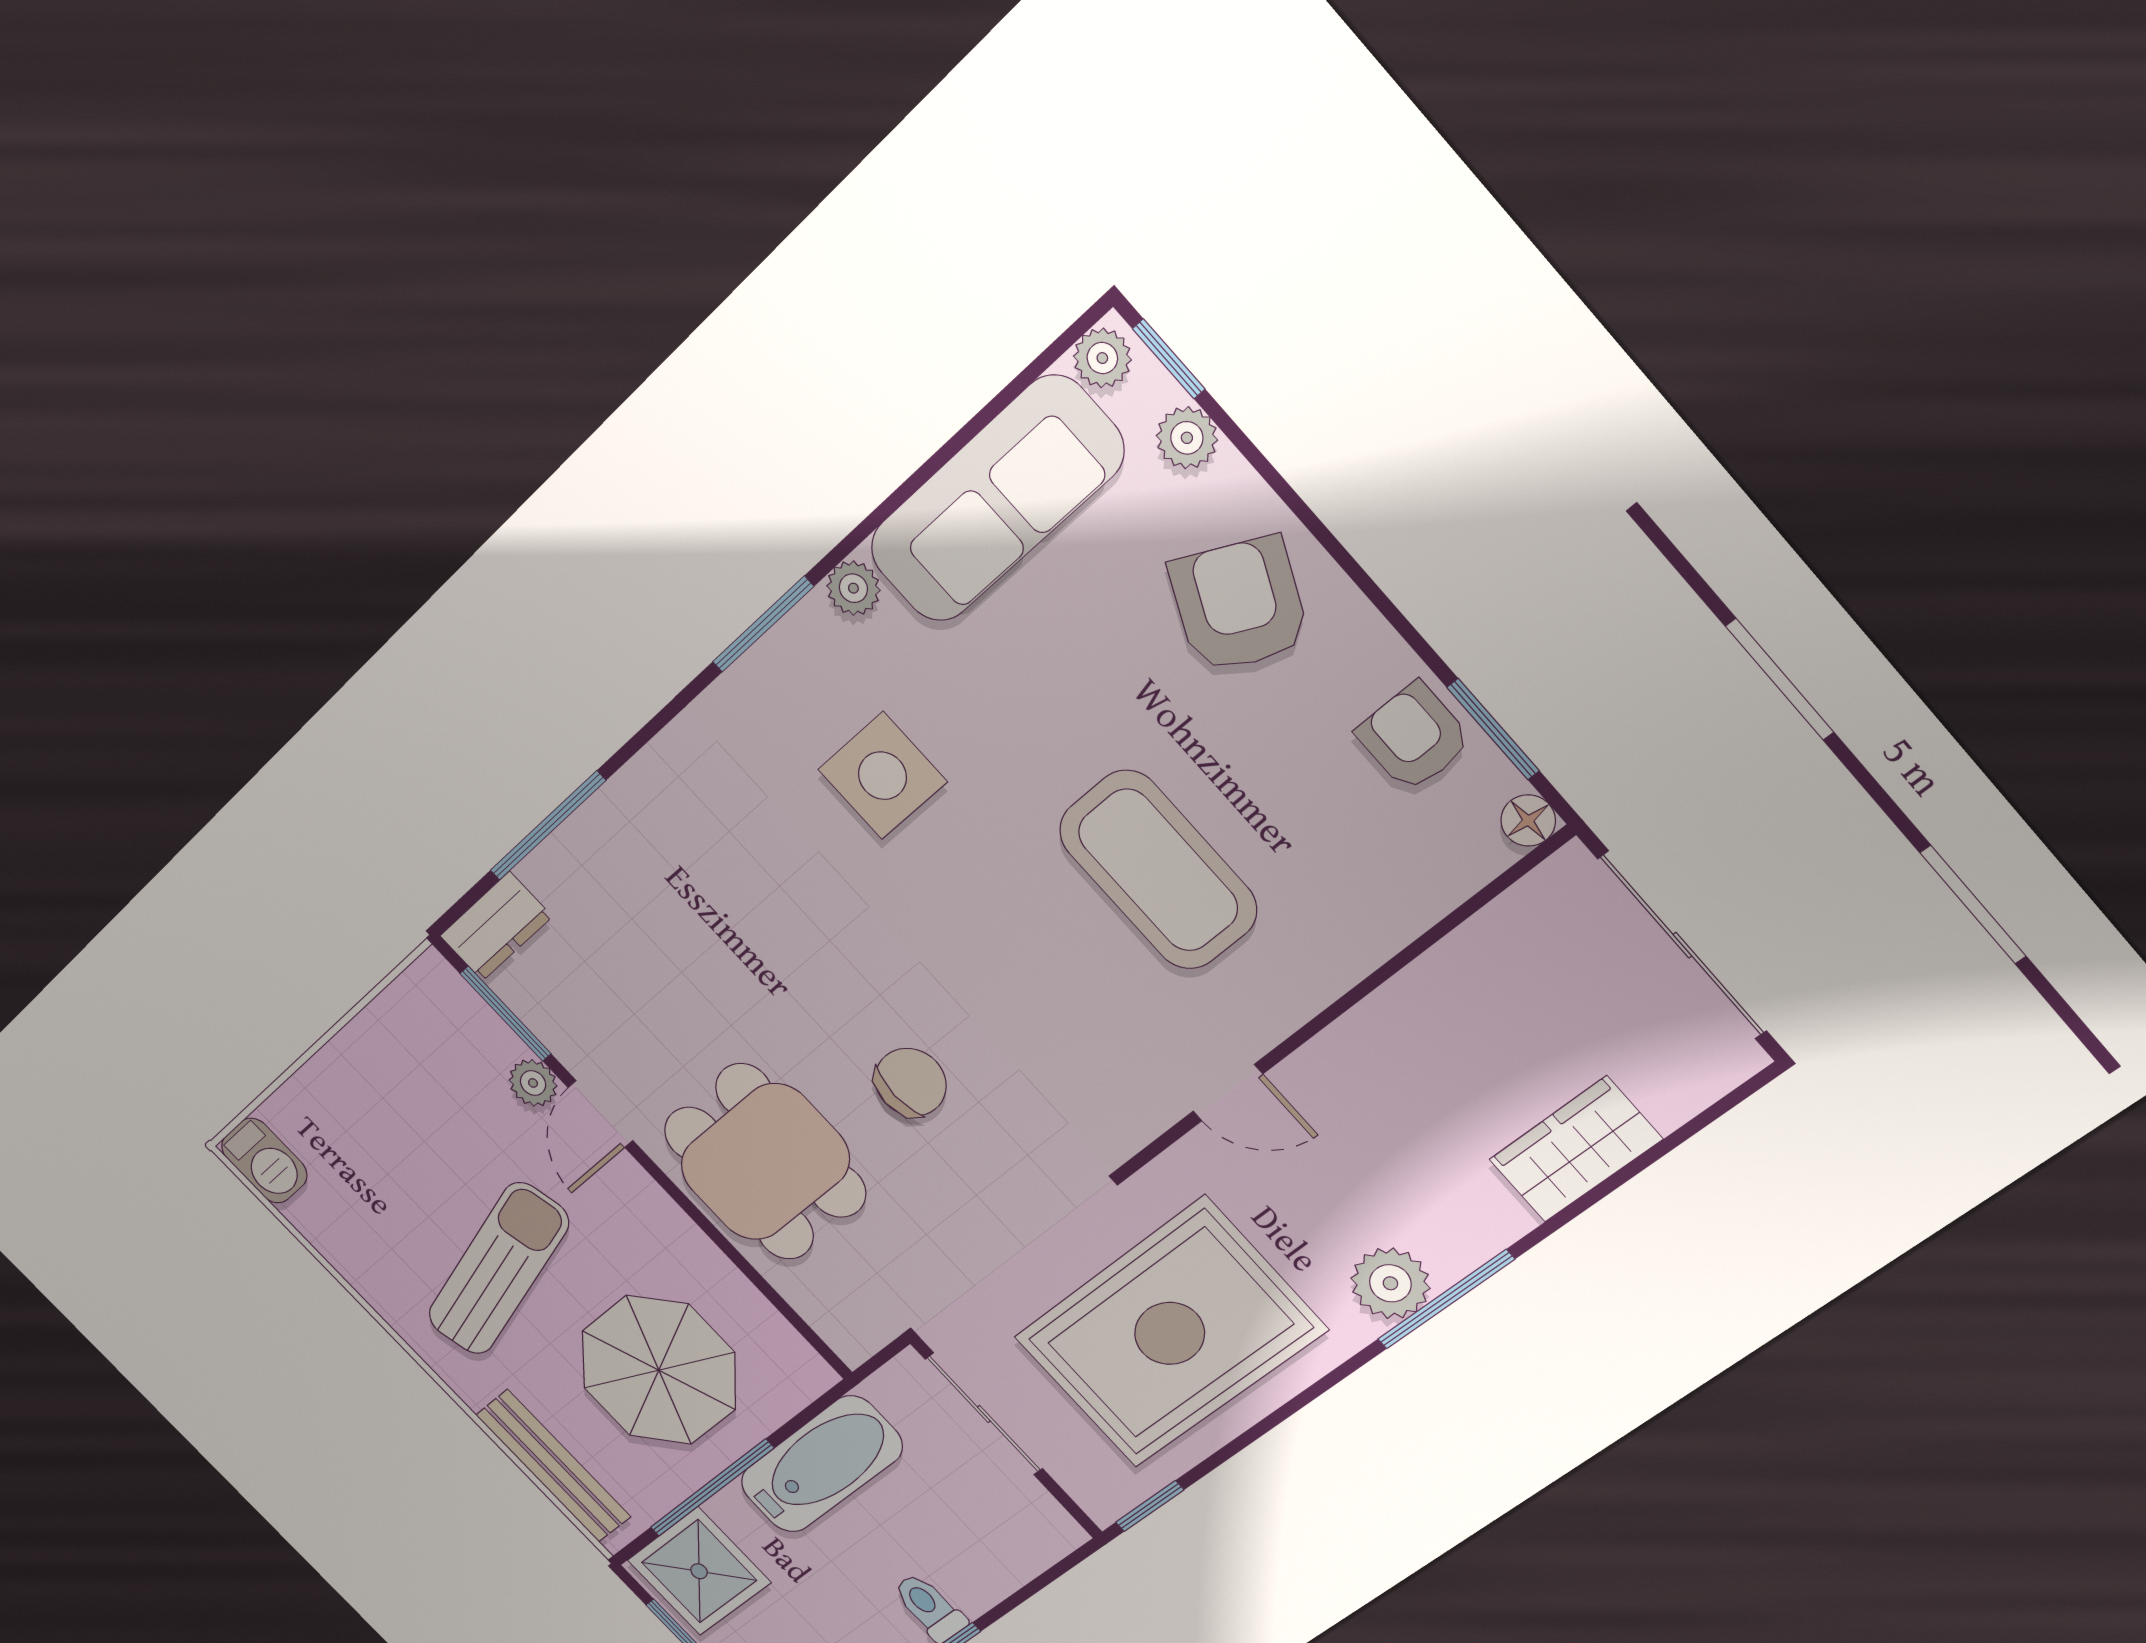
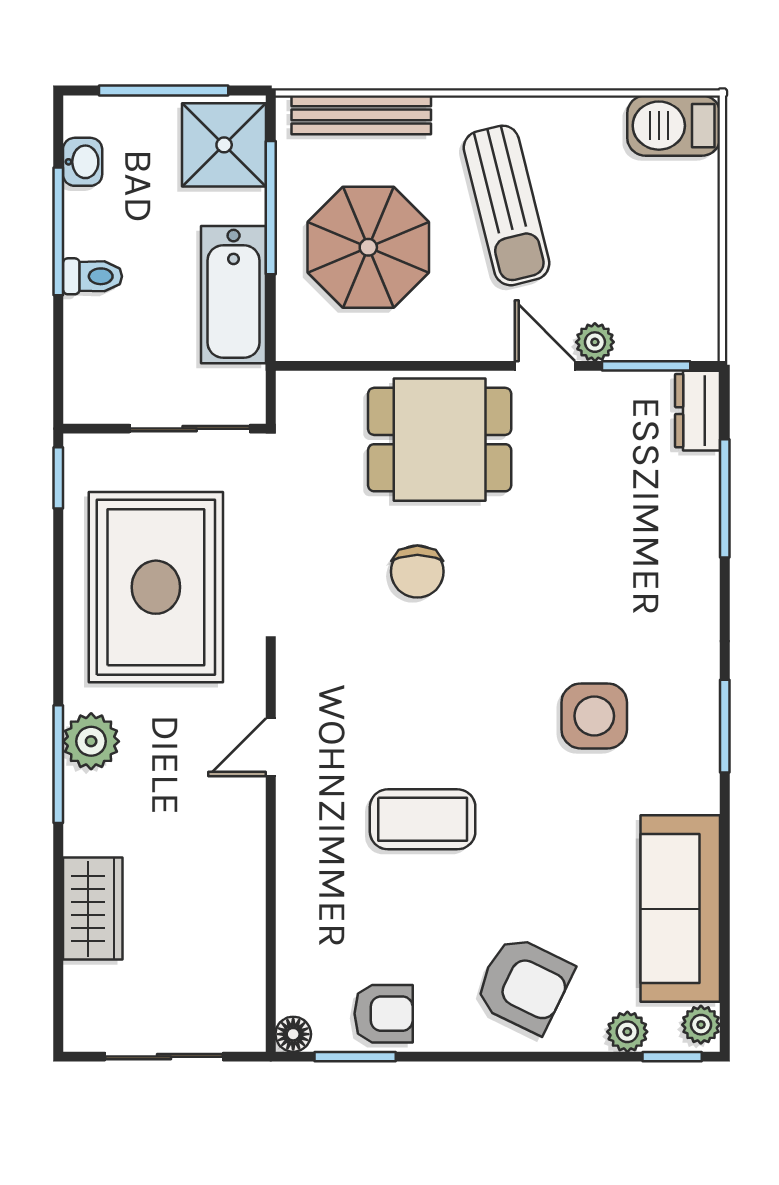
plant: (853, 588) -> (701, 793), removed
coffee table: (1158, 870) -> (423, 819), width x0.73, depth x0.76
sliding door: (1682, 945) -> (164, 1057), width x0.73
barbecue: (264, 1161) -> (674, 126), width x1.38, depth x1.27

